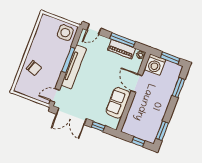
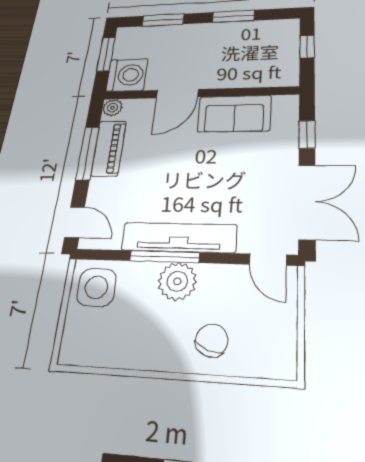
plant: (58, 62) -> (177, 281), added
window: (162, 131) -> (233, 16), moved

